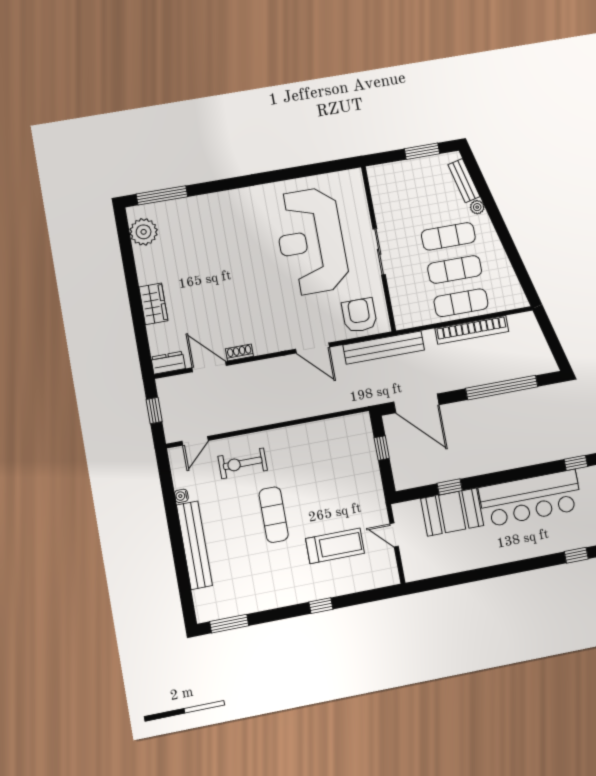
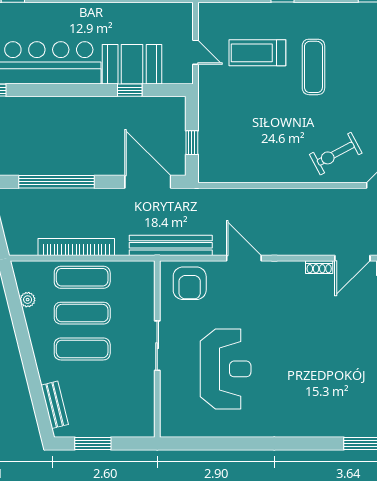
plant: (477, 207) -> (28, 300), moved
reception desk: (311, 241) -> (226, 369), width x0.74, depth x0.77
door: (209, 367) -> (352, 258), hinge flipped
exercise bike: (243, 463) -> (336, 154), turned 152
exercise mat: (274, 515) -> (313, 67), moved

